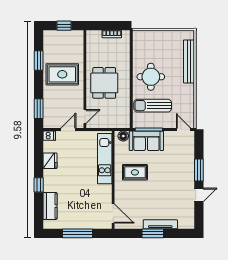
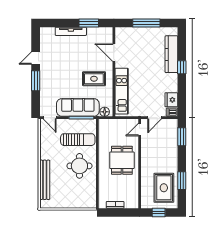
rug: (62, 74) -> (164, 188), moved, turned 90
sofa: (146, 141) -> (78, 107), width x1.36
fridge: (50, 161) -> (171, 100), moved
kitchen counter: (50, 206) -> (171, 54), width x1.50
door: (113, 214) -> (114, 53), moved
window: (153, 233) -> (89, 23), moved

